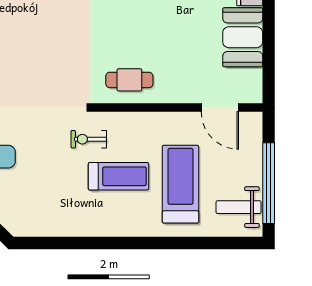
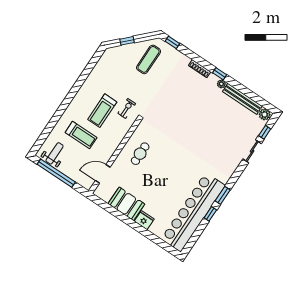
cafe table: (129, 80) -> (140, 154), moved
treadmill: (181, 184) -> (81, 135), width x0.73, depth x0.73

